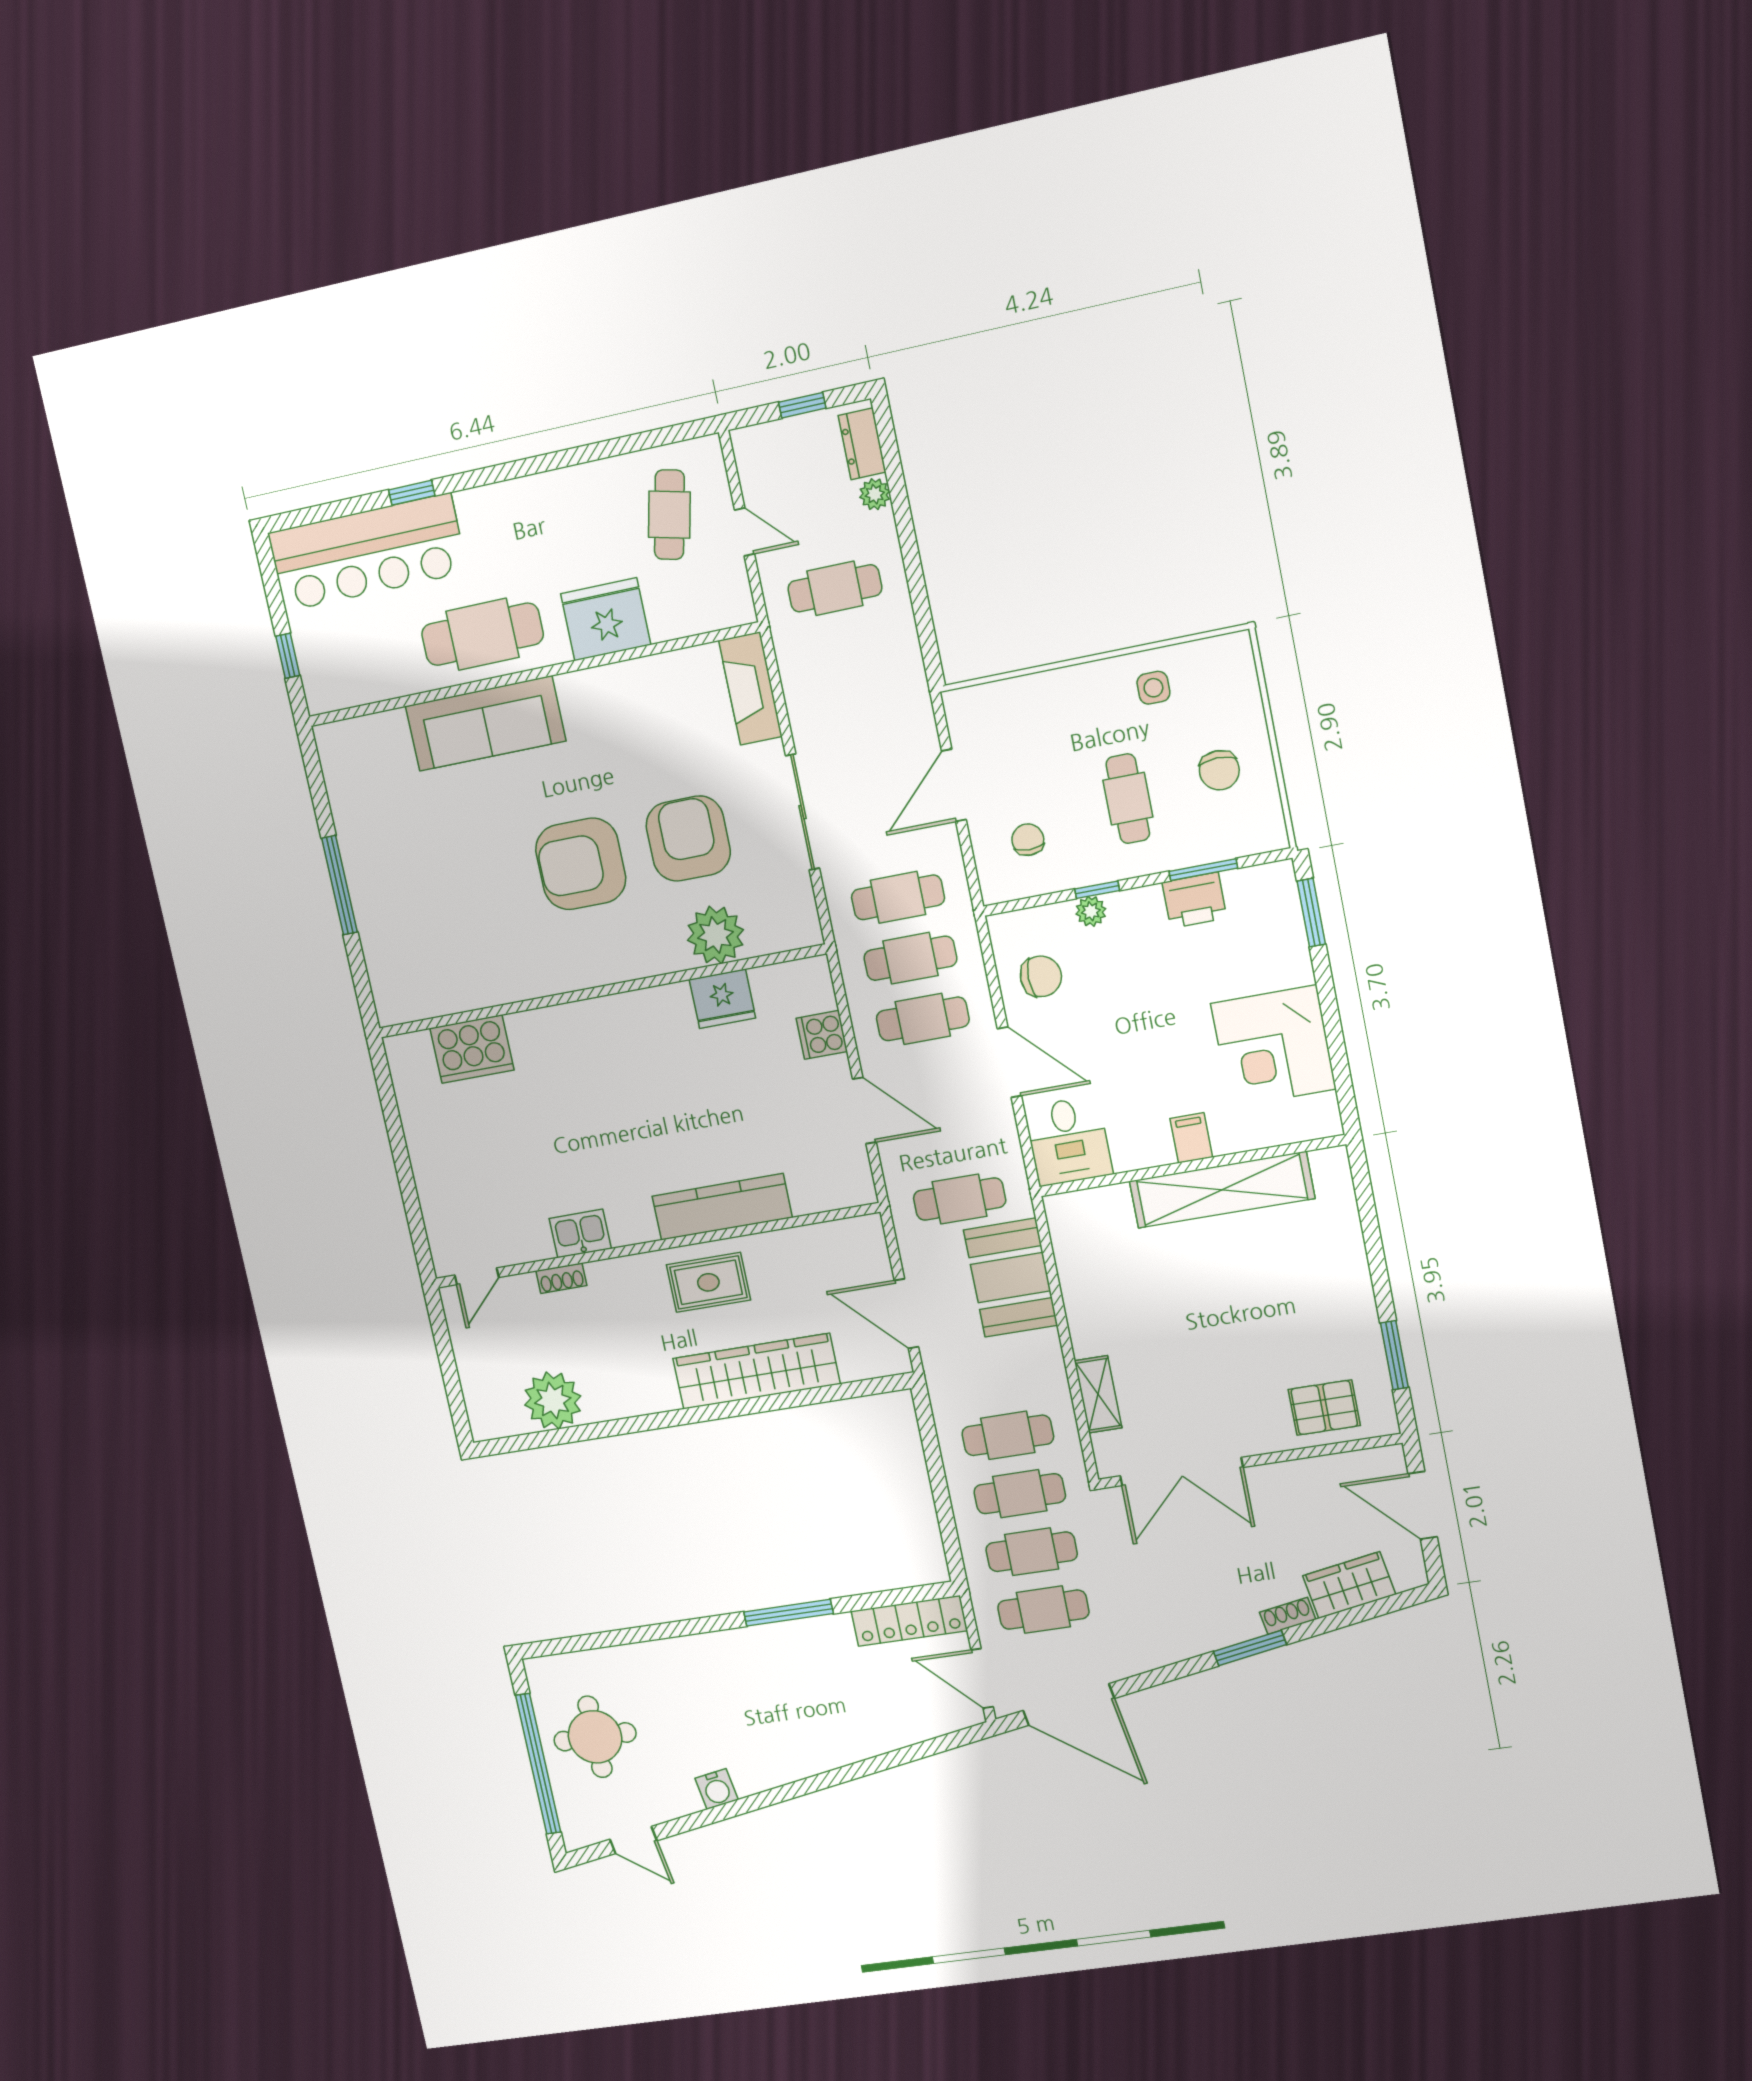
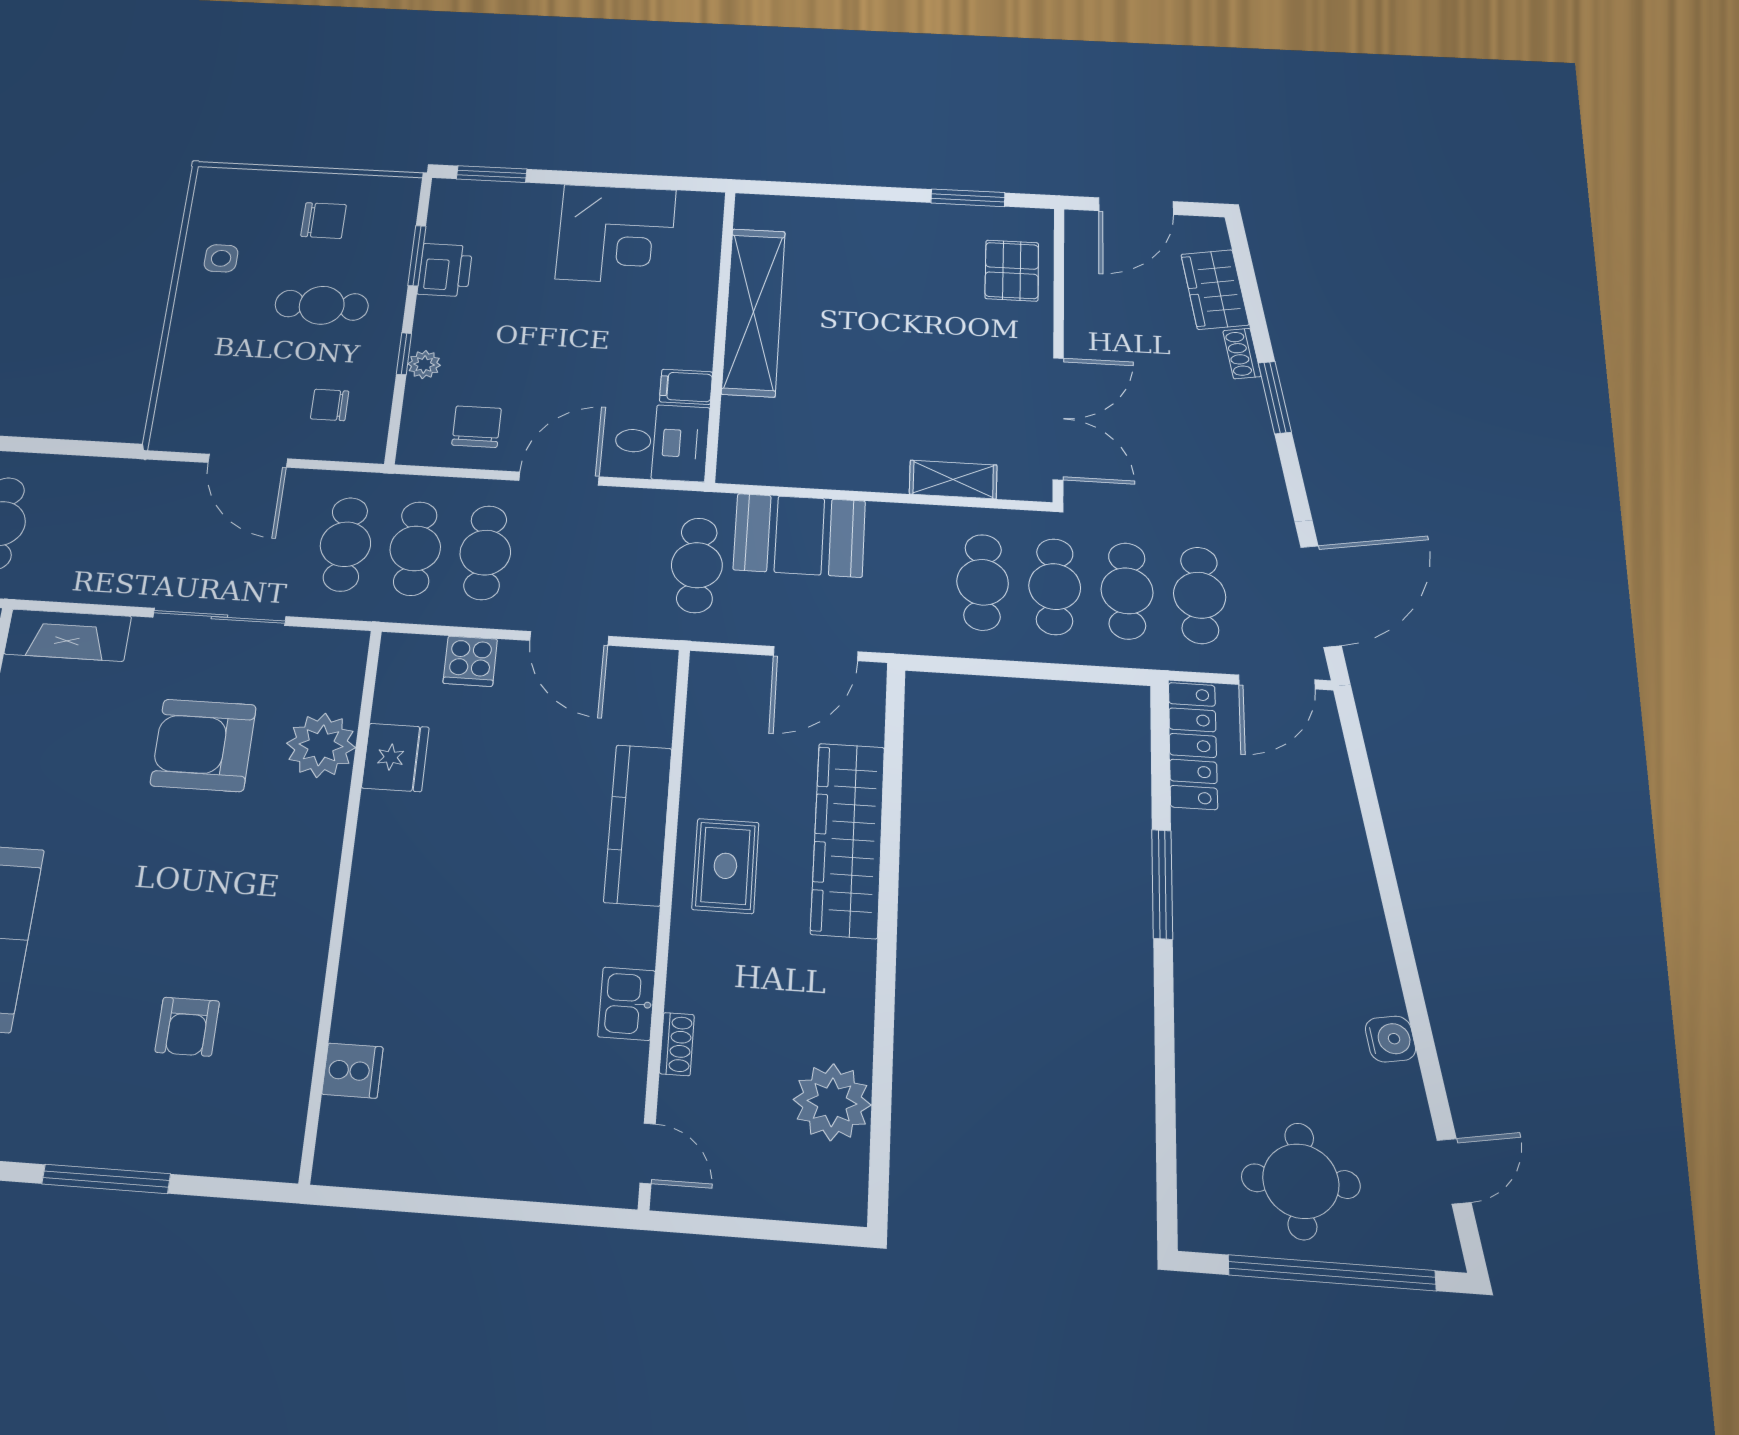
armchair: (581, 864) -> (187, 1027), moved, width x0.53, depth x0.53
cooker: (472, 1049) -> (352, 1071), width x0.53, depth x0.76
door: (864, 1111) -> (569, 638), swing flipped
filing cabinet: (1191, 1138) -> (686, 387), moved

